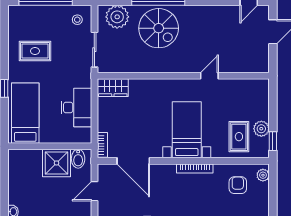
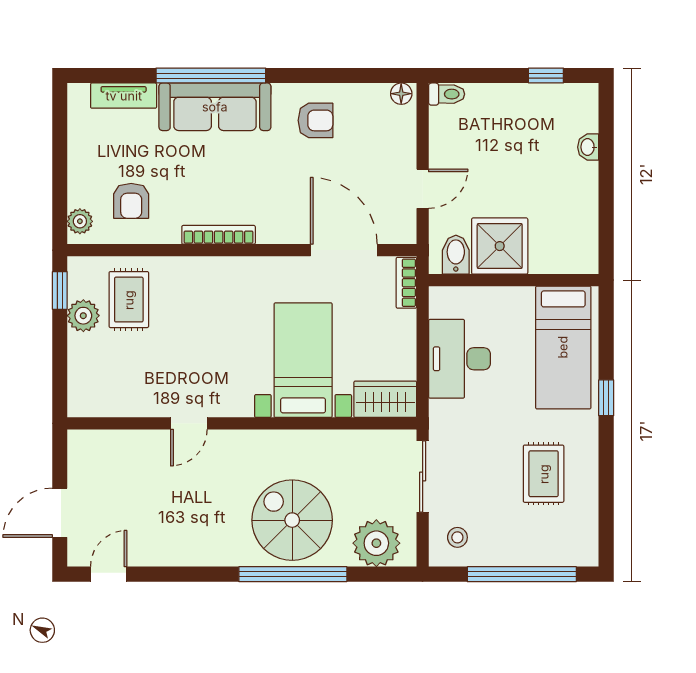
rug: (35, 51) -> (544, 474), turned 90
bed with nightstands: (187, 130) -> (303, 360), moved, turned 180

